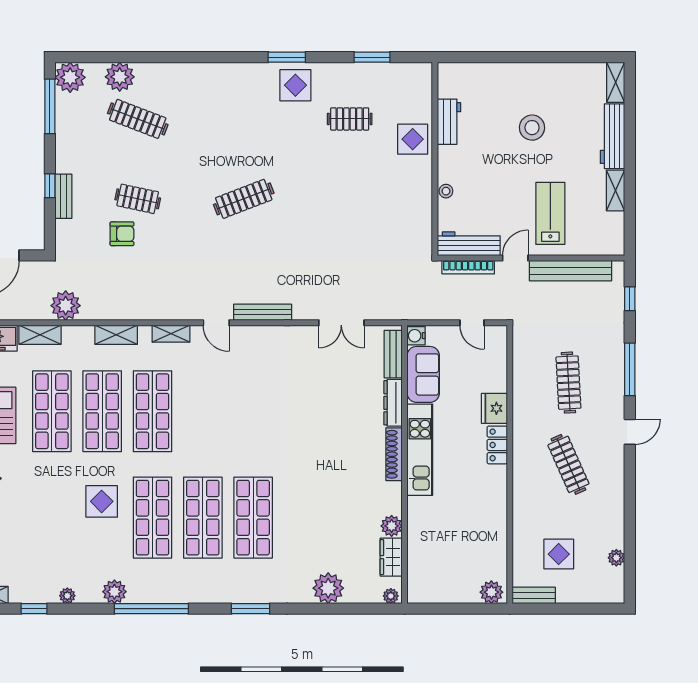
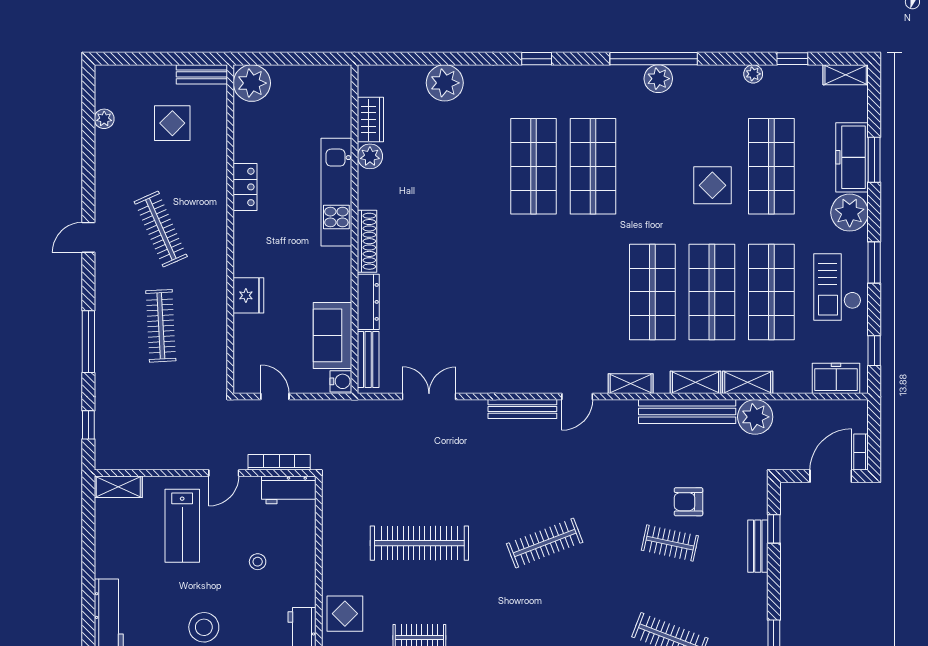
window: (50, 186) -> (774, 529), moved
shelving: (616, 190) -> (118, 487), moved, turned 90
stool: (446, 191) -> (258, 562), moved
clothes rail: (350, 199) -> (419, 543), added
workbench: (469, 244) -> (289, 490), width x0.73
bench: (571, 271) -> (687, 411), moved
door: (216, 323) -> (577, 397), swing flipped
shelving: (40, 335) -> (748, 382), moved
door: (630, 432) -> (88, 237), moved
locker: (497, 445) -> (245, 187), moved
kitchen unit: (420, 450) -> (336, 192), moved
shop shelf: (152, 518) -> (771, 166), moved
plant: (114, 592) -> (658, 79), moved
plant: (491, 592) -> (252, 83), width x1.36, depth x1.36
plant: (391, 596) -> (371, 74), removed
window: (250, 609) -> (537, 59), width x0.67

